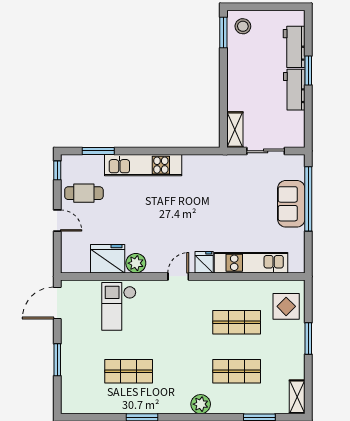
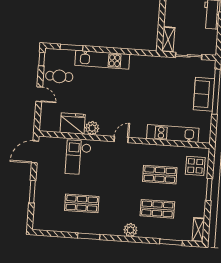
fridge: (204, 262) -> (140, 131), removed

